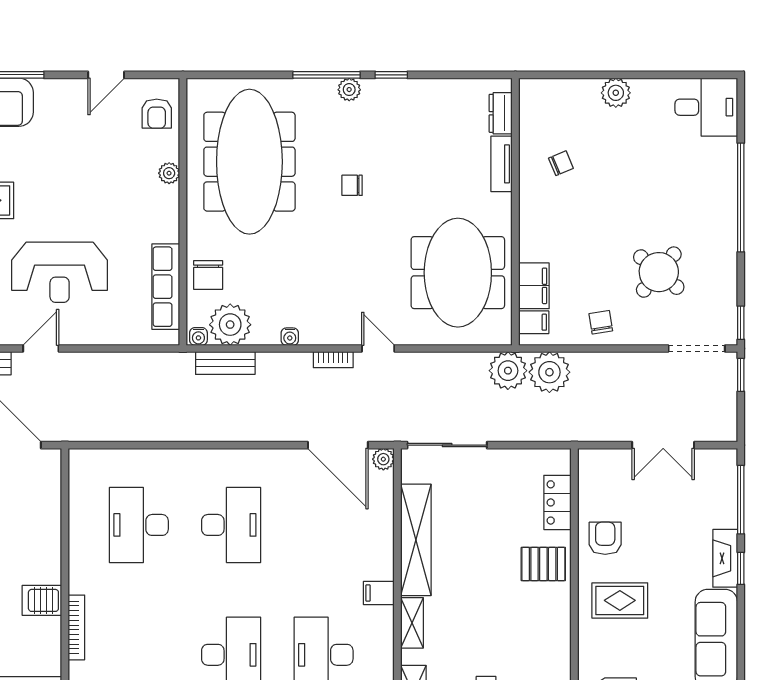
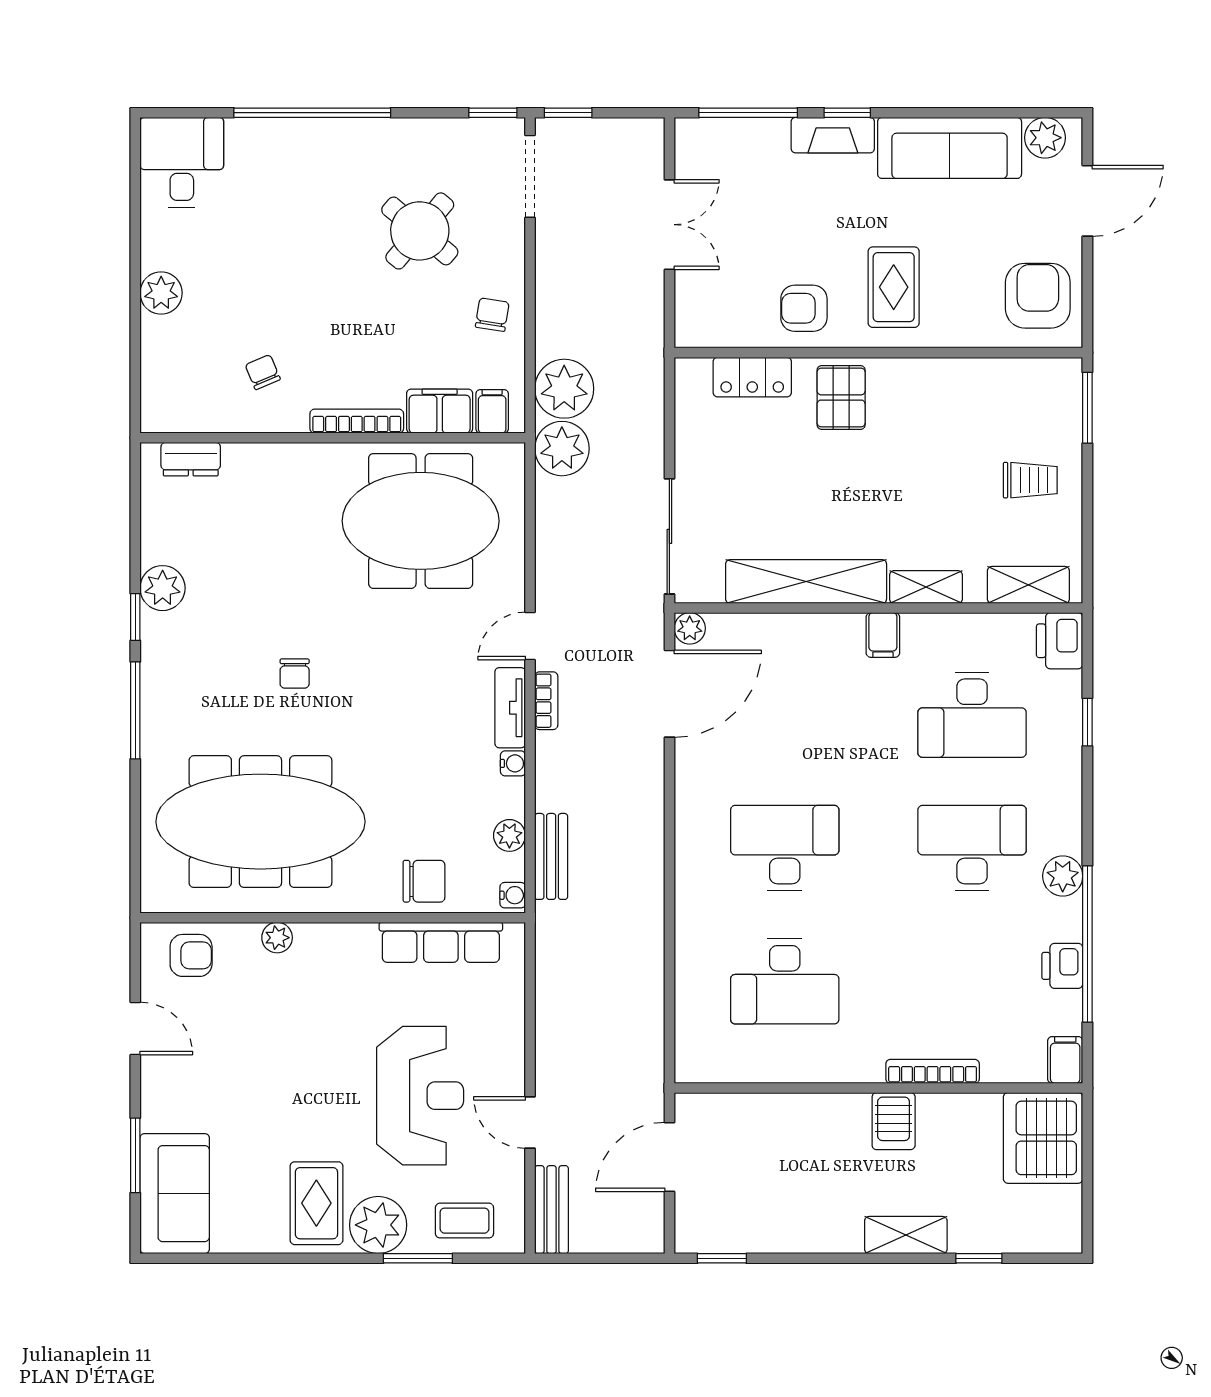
plant: (349, 90) -> (163, 588), moved, width x1.38, depth x1.38
tv unit: (502, 164) -> (510, 708), moved, turned 90
bookcase: (527, 228) -> (357, 421), added
chair: (601, 322) -> (492, 315), turned 108
plant: (230, 325) -> (509, 835), width x0.53, depth x0.53

